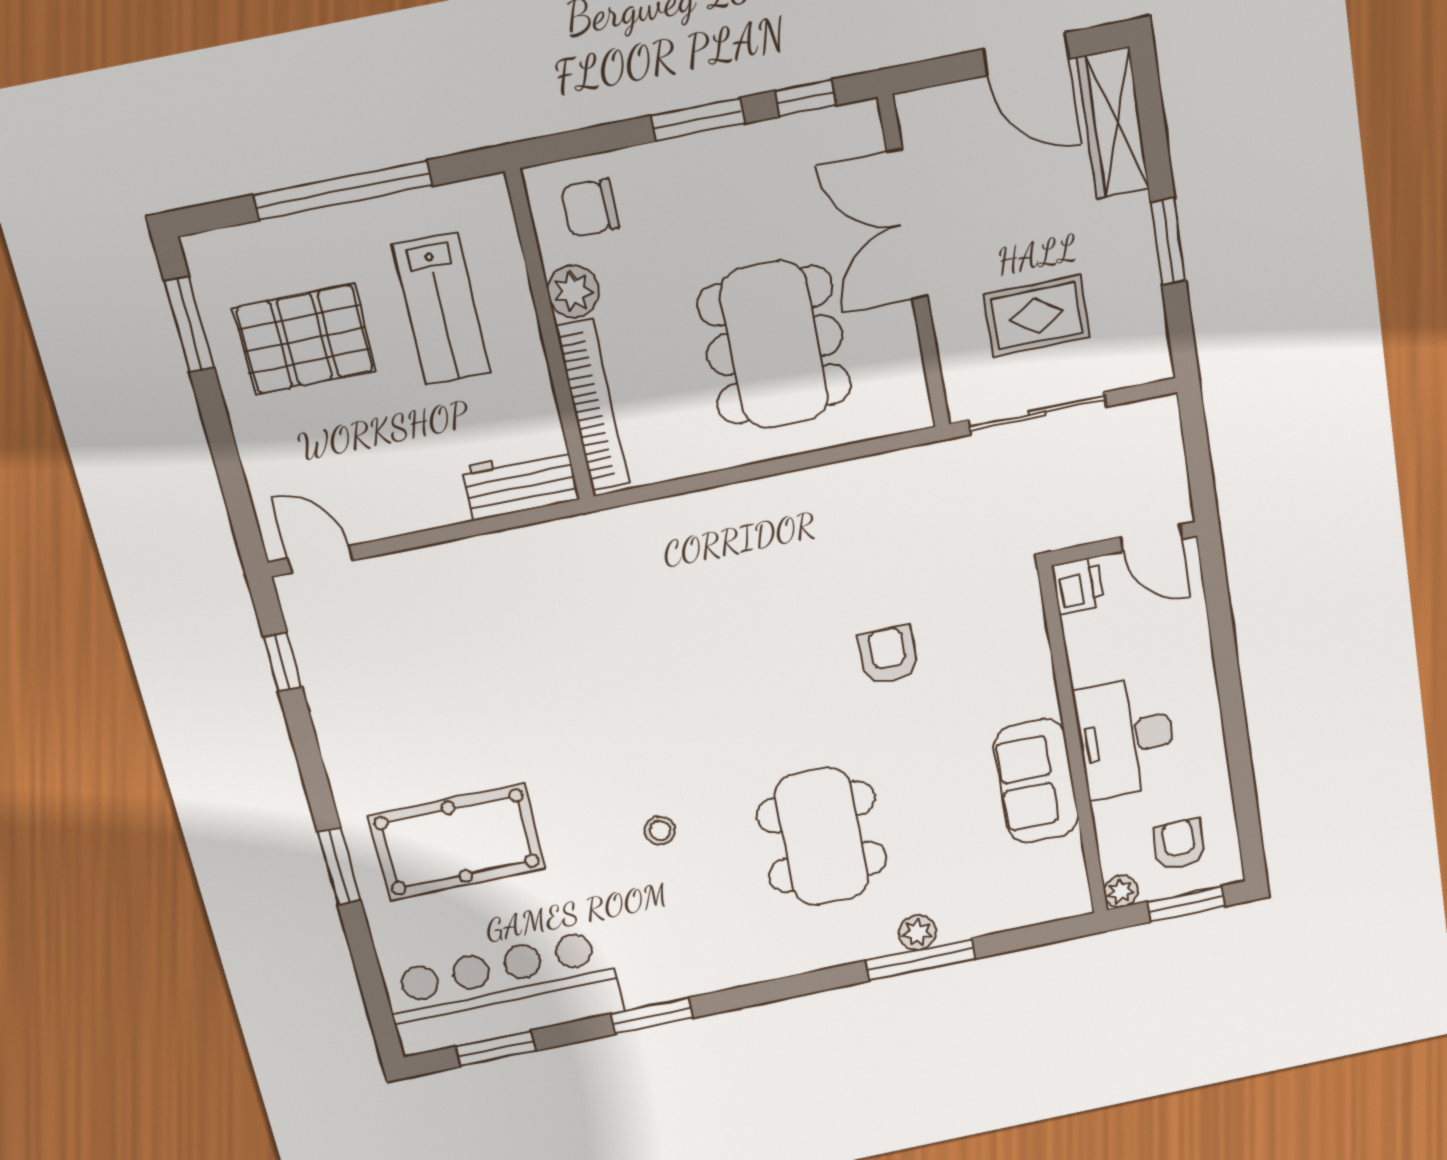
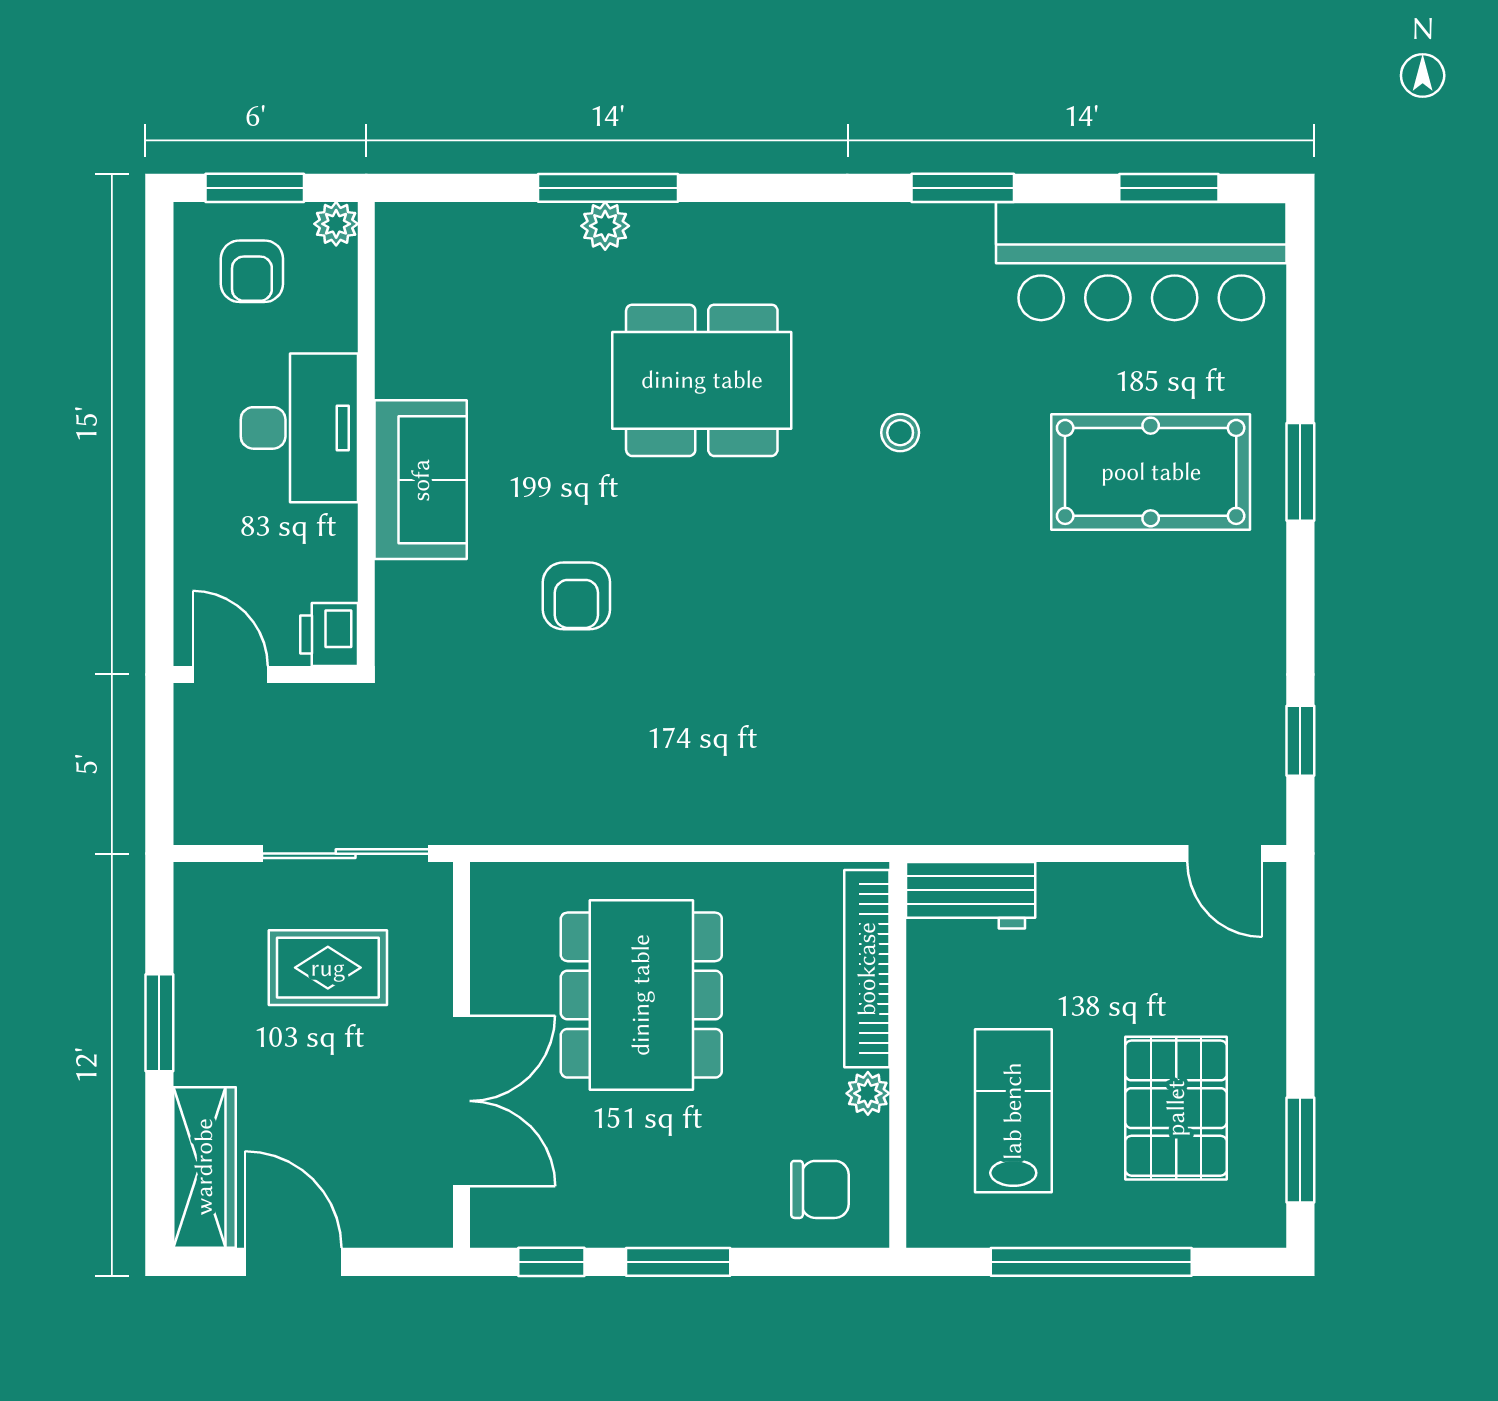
plant: (573, 291) -> (868, 1093), width x0.73, depth x0.73
pallet: (305, 339) -> (1176, 1108), turned 90
sofa: (1036, 781) -> (421, 480), moved
dining table: (822, 837) -> (702, 380), turned 90

